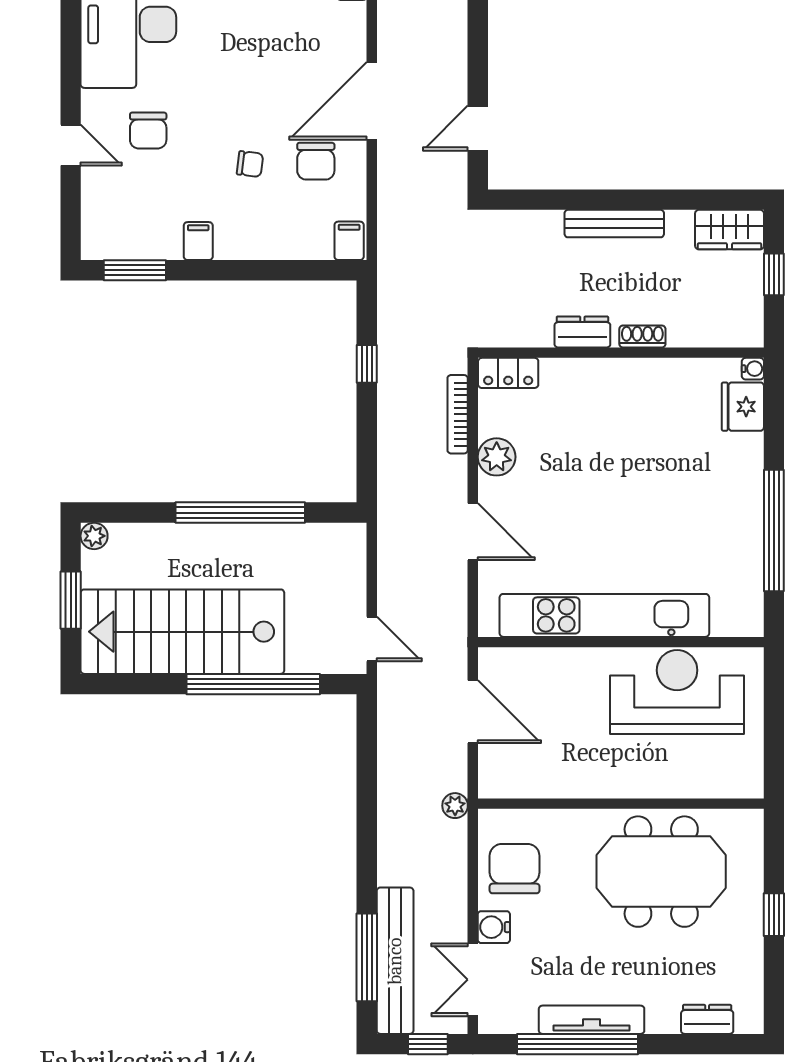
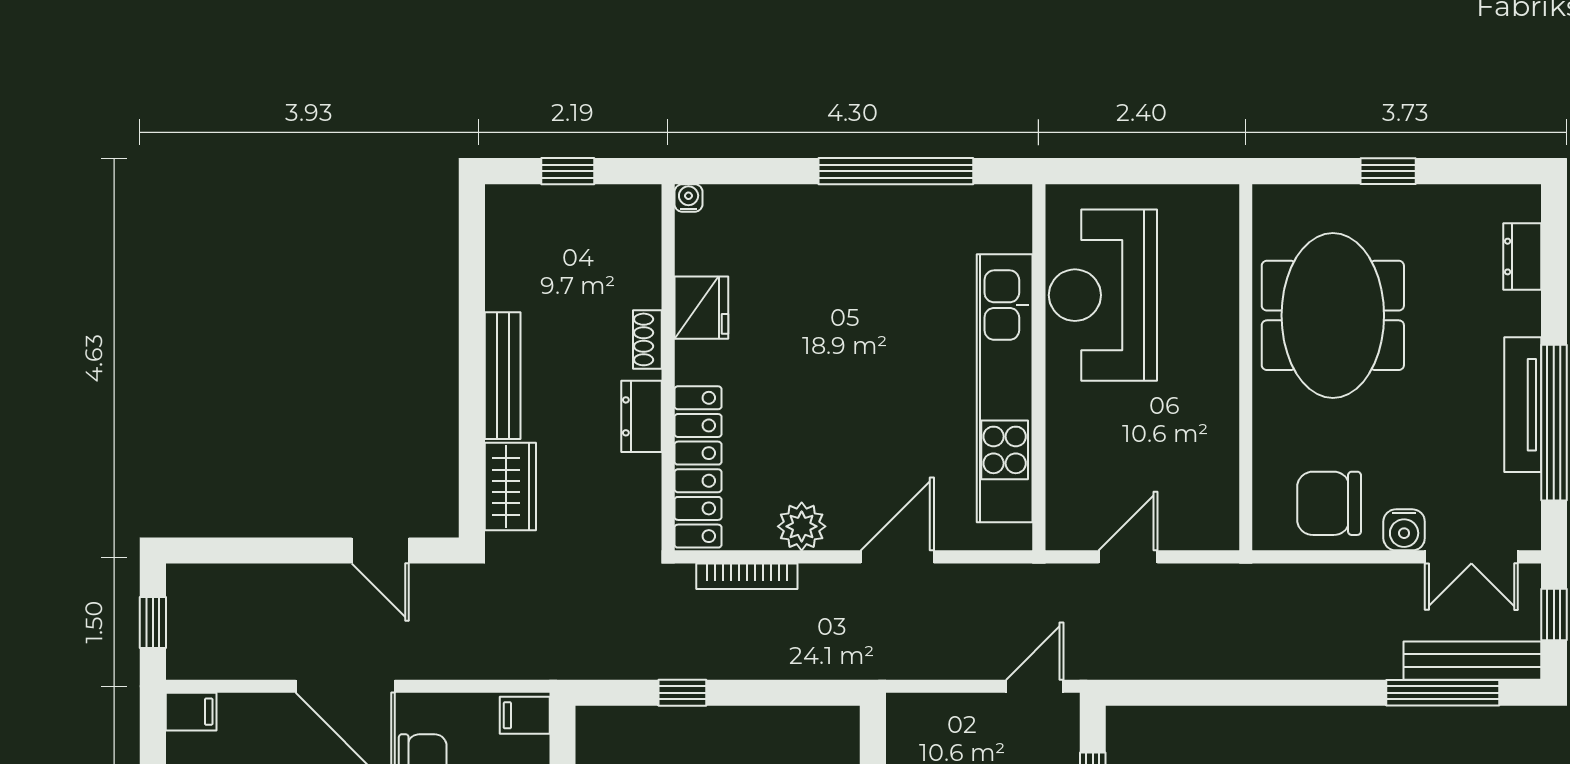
wardrobe: (730, 230) -> (510, 487), moved
locker: (508, 373) -> (698, 467), width x2.16, depth x1.21
fridge: (743, 407) -> (701, 308), moved, turned -90
door: (473, 712) -> (1128, 557), width x0.73
plant: (455, 806) -> (1248, 580), removed
bench: (395, 961) -> (1472, 661), width x0.73, depth x0.82

